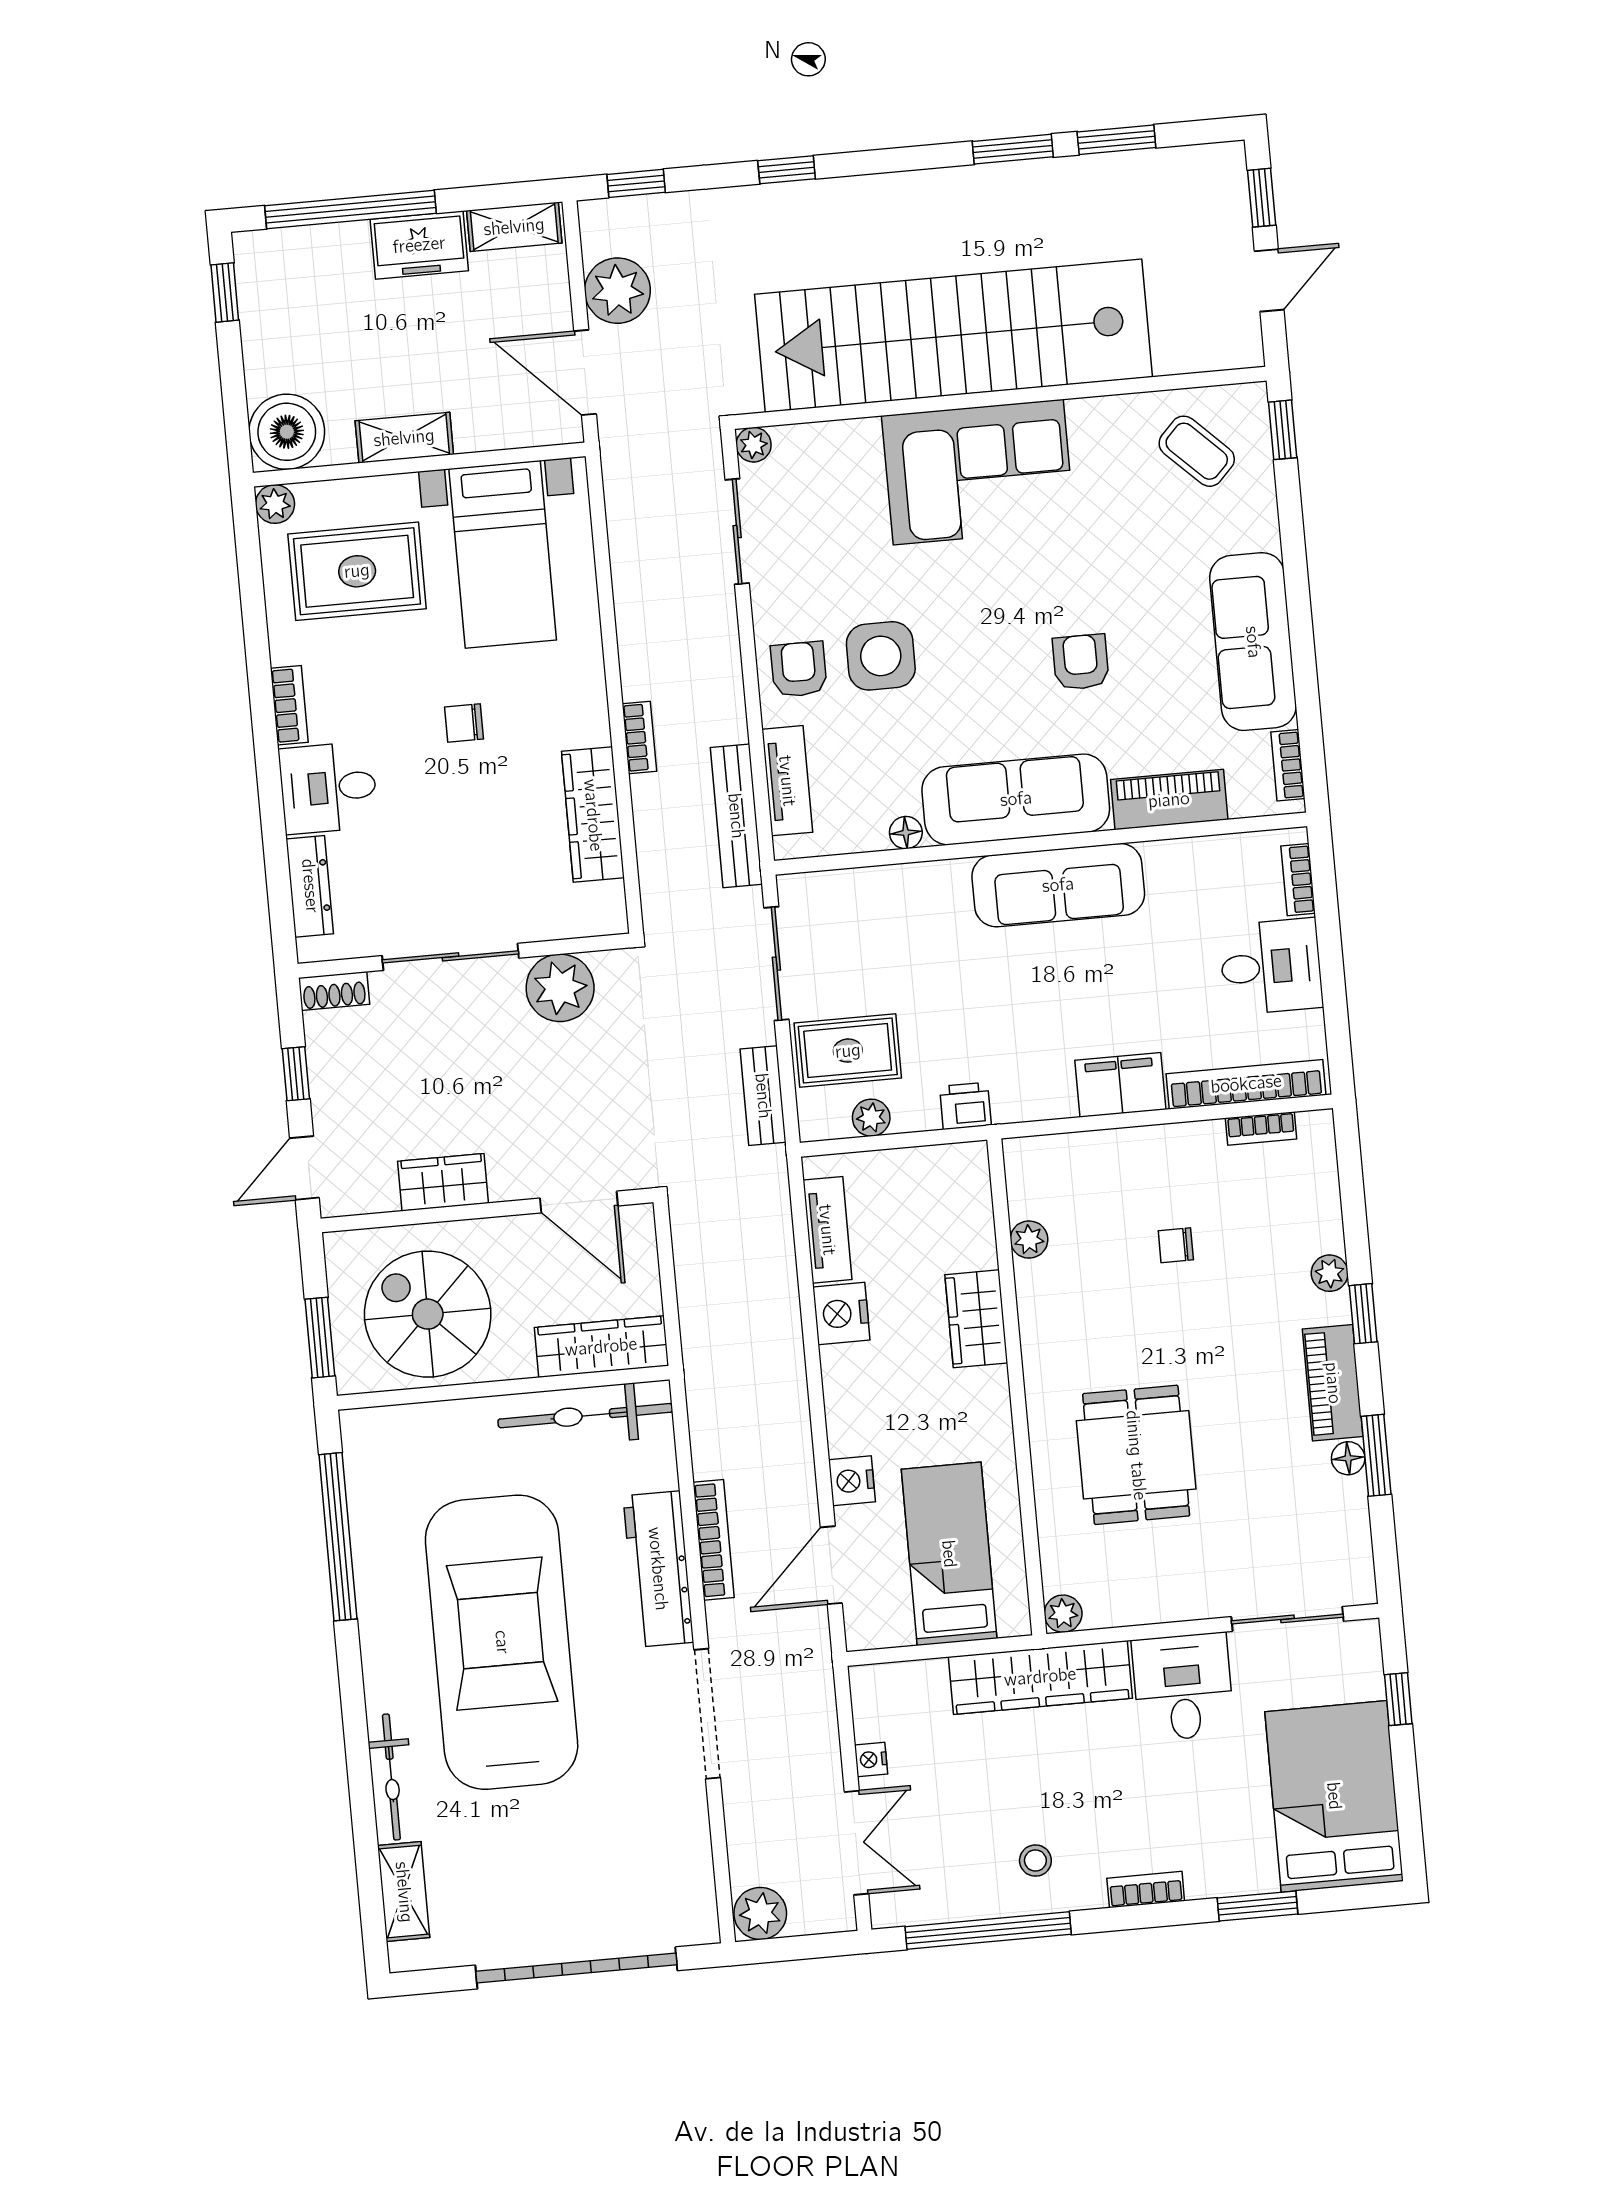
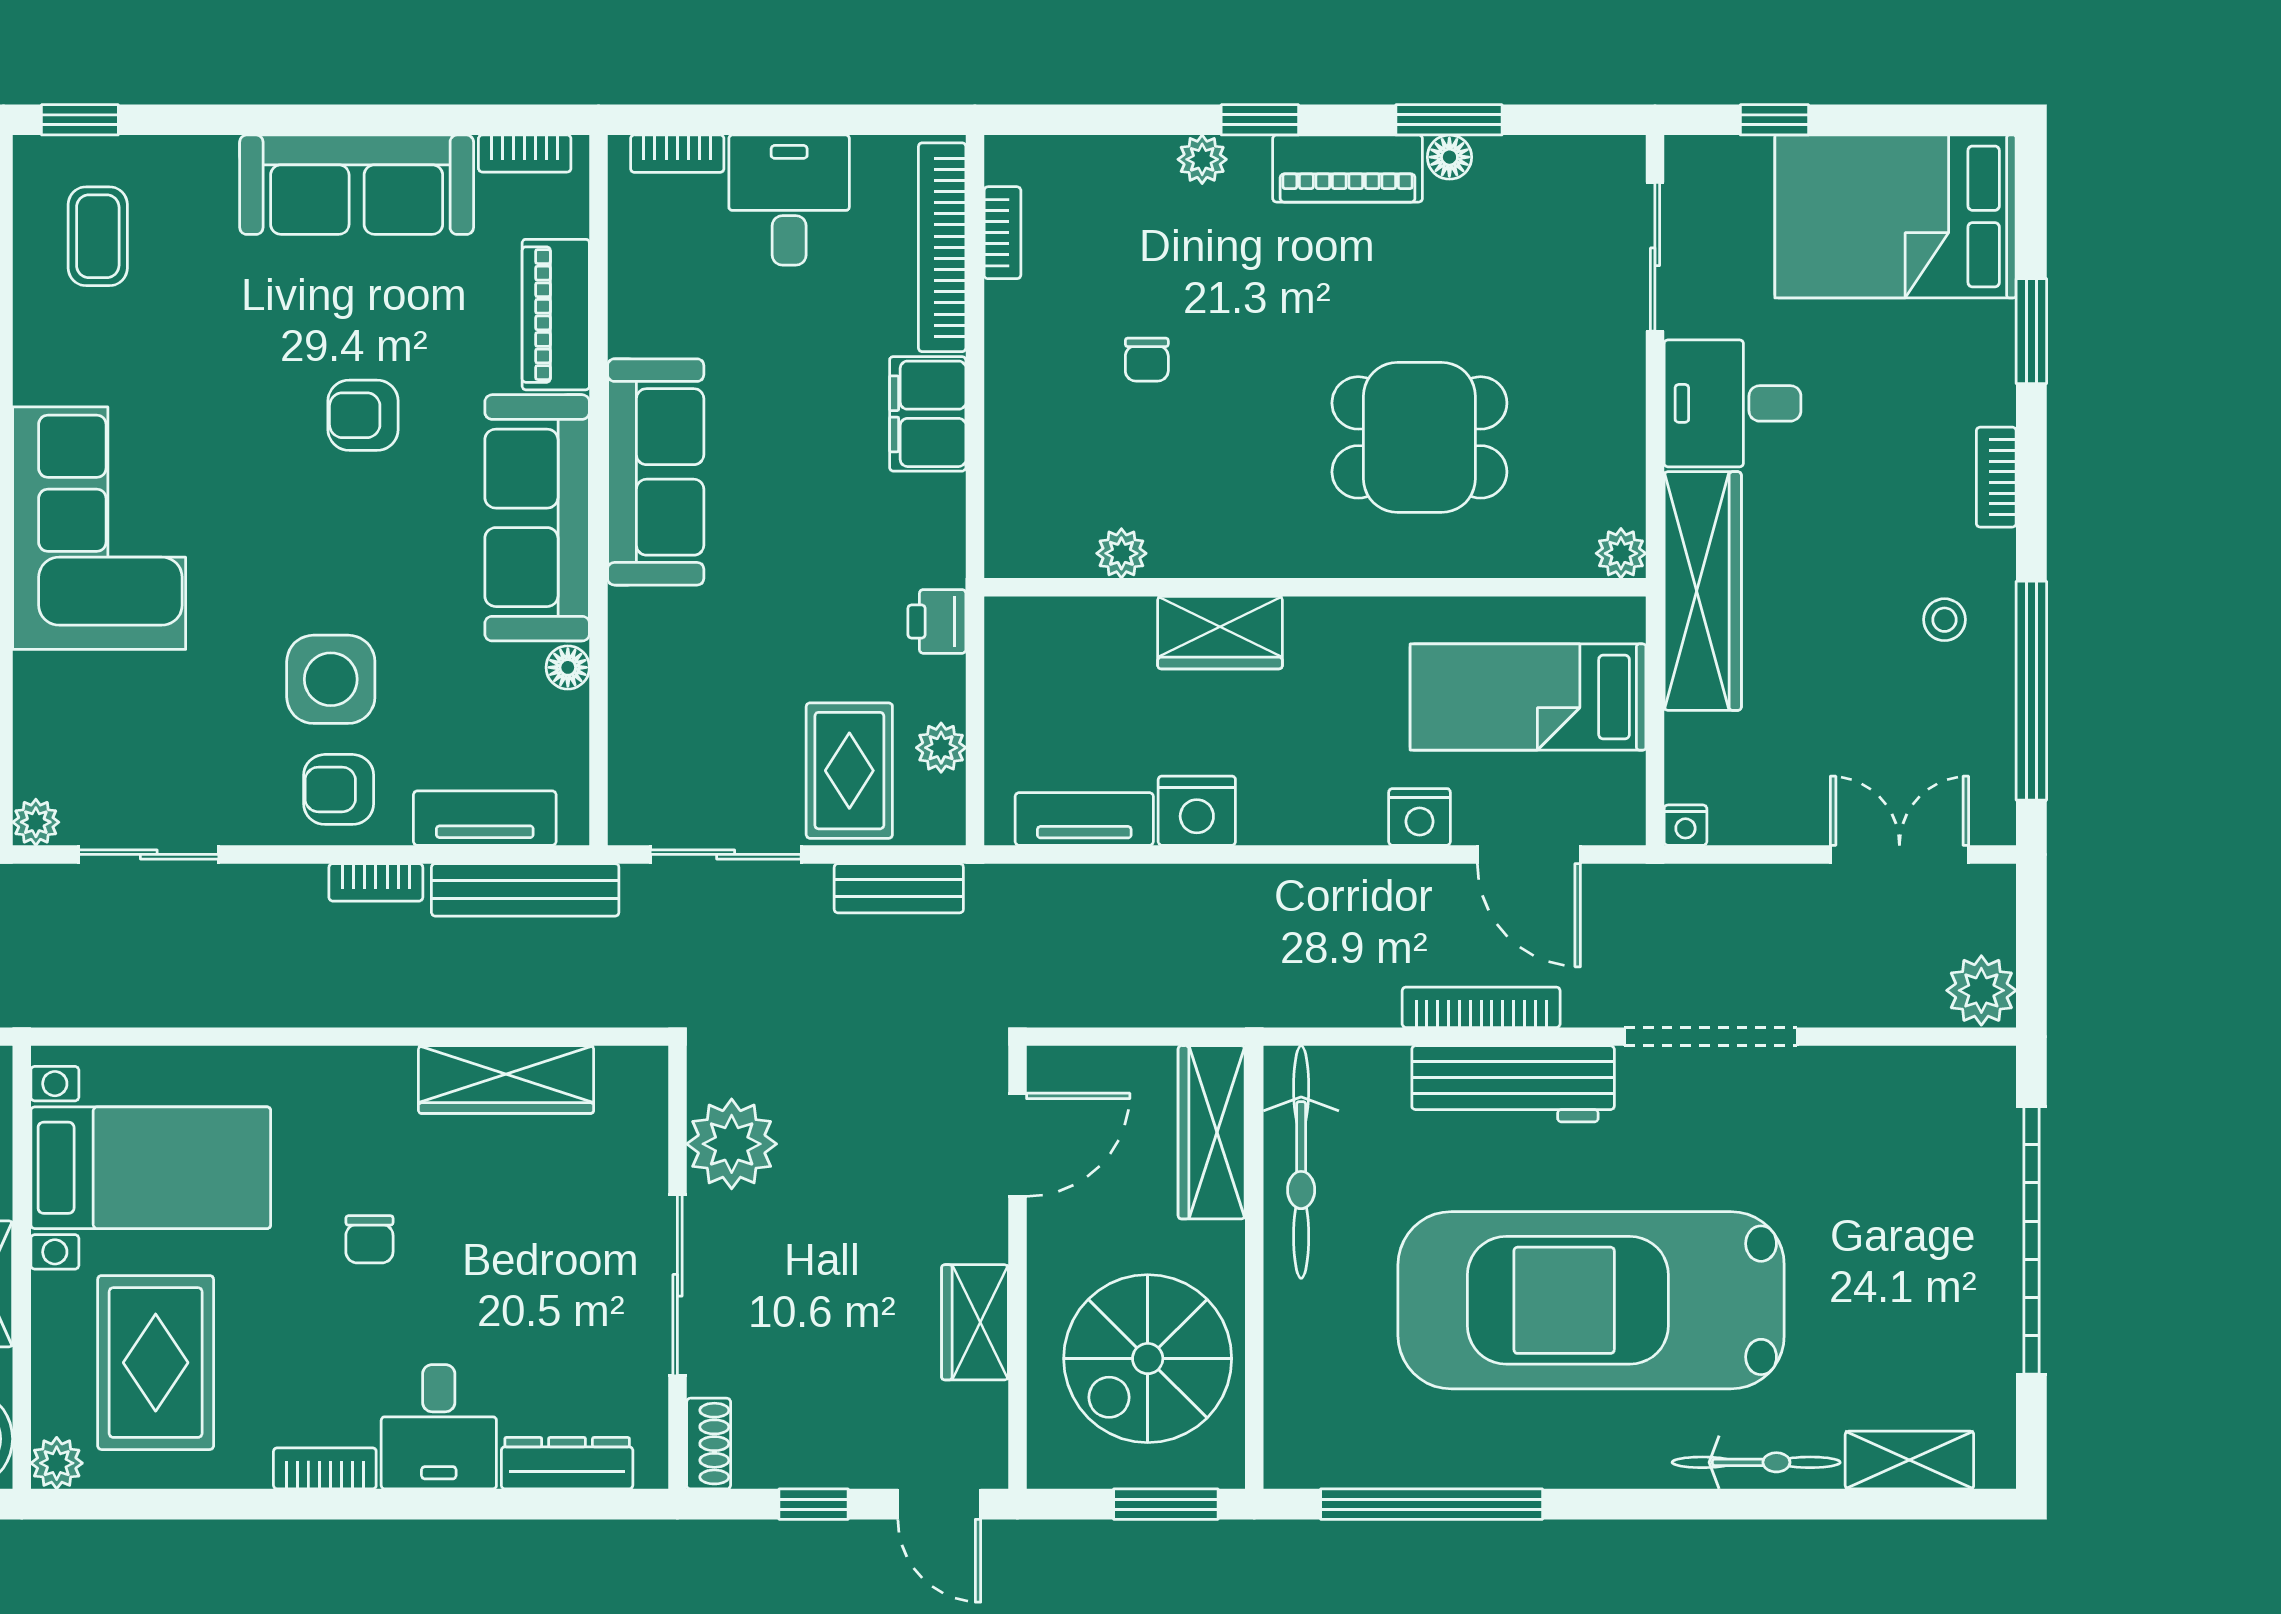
coffee table: (1197, 451) -> (98, 236), turned -44
bookcase: (639, 737) -> (376, 882), moved, turned 180
nightstand: (871, 1759) -> (1685, 825), moved

